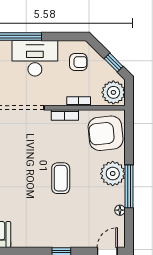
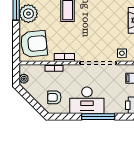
window: (114, 62) -> (28, 97), removed
plant: (113, 92) -> (24, 79), width x0.53, depth x0.53

